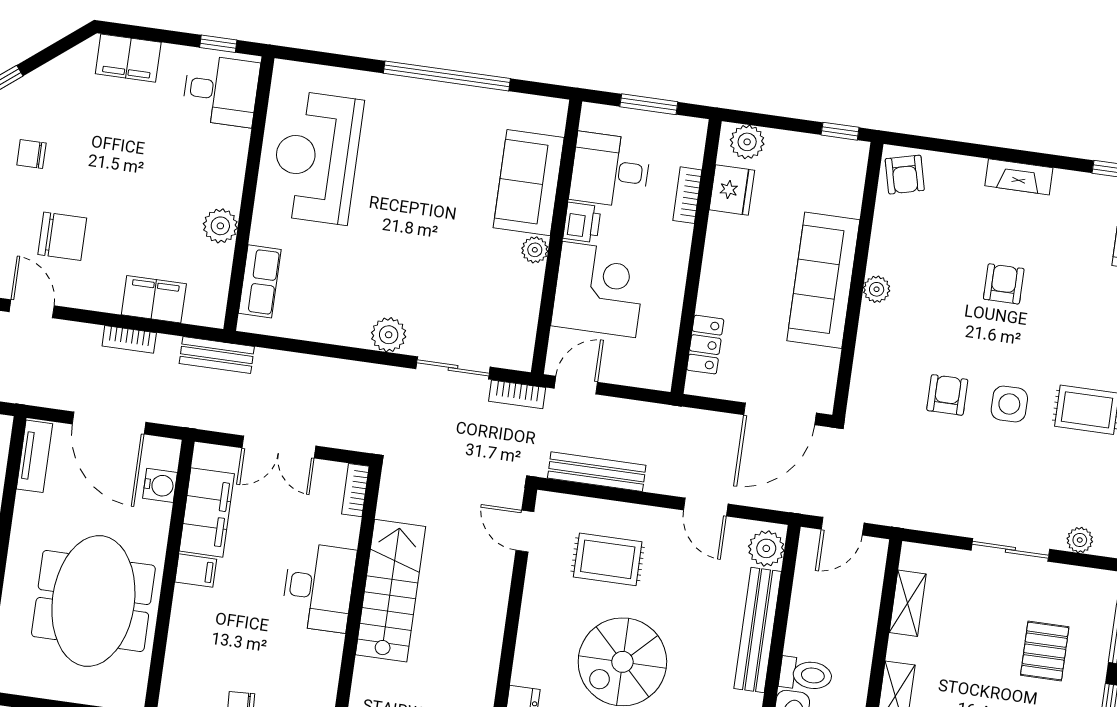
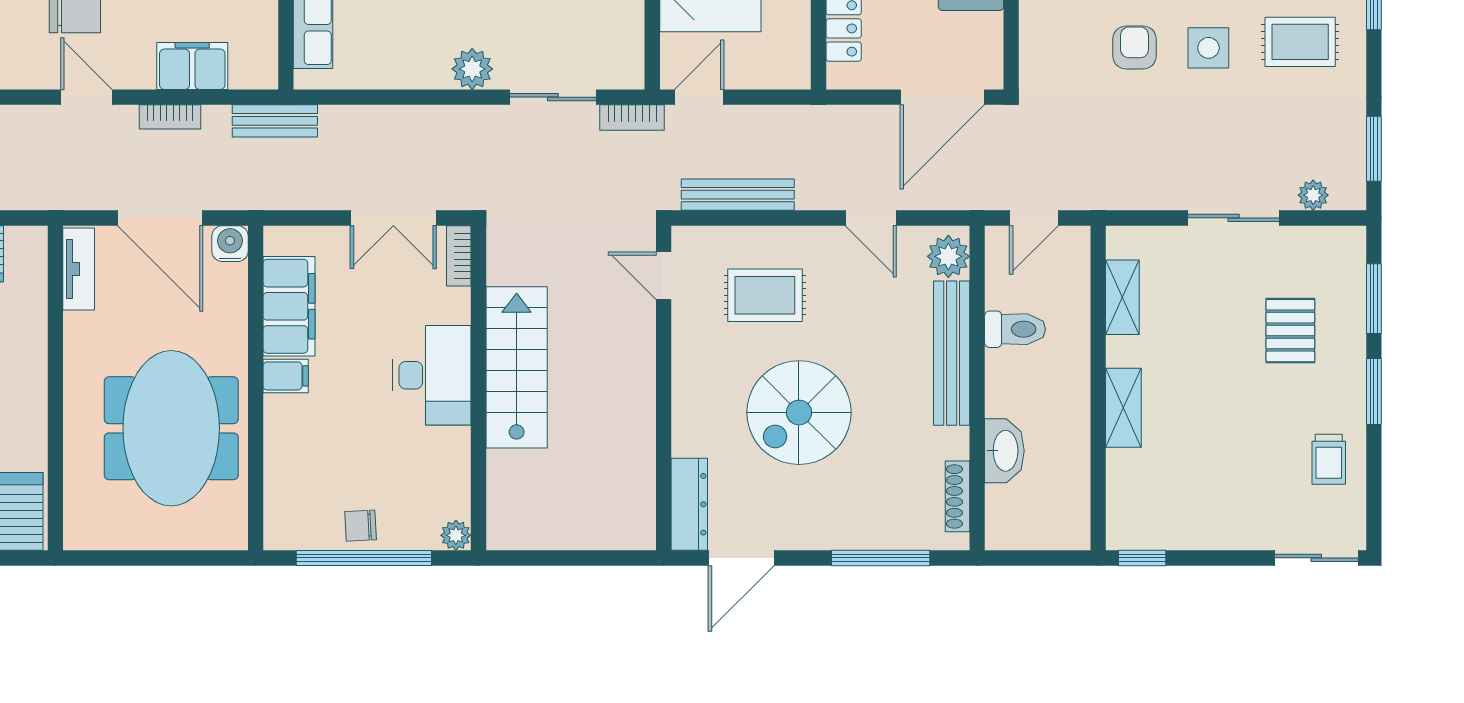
door: (32, 309) -> (86, 97), moved
double door: (279, 447) -> (393, 218), moved
water cooler: (160, 485) -> (230, 244), moved, turned -90
toilet: (806, 674) -> (1015, 329), moved

